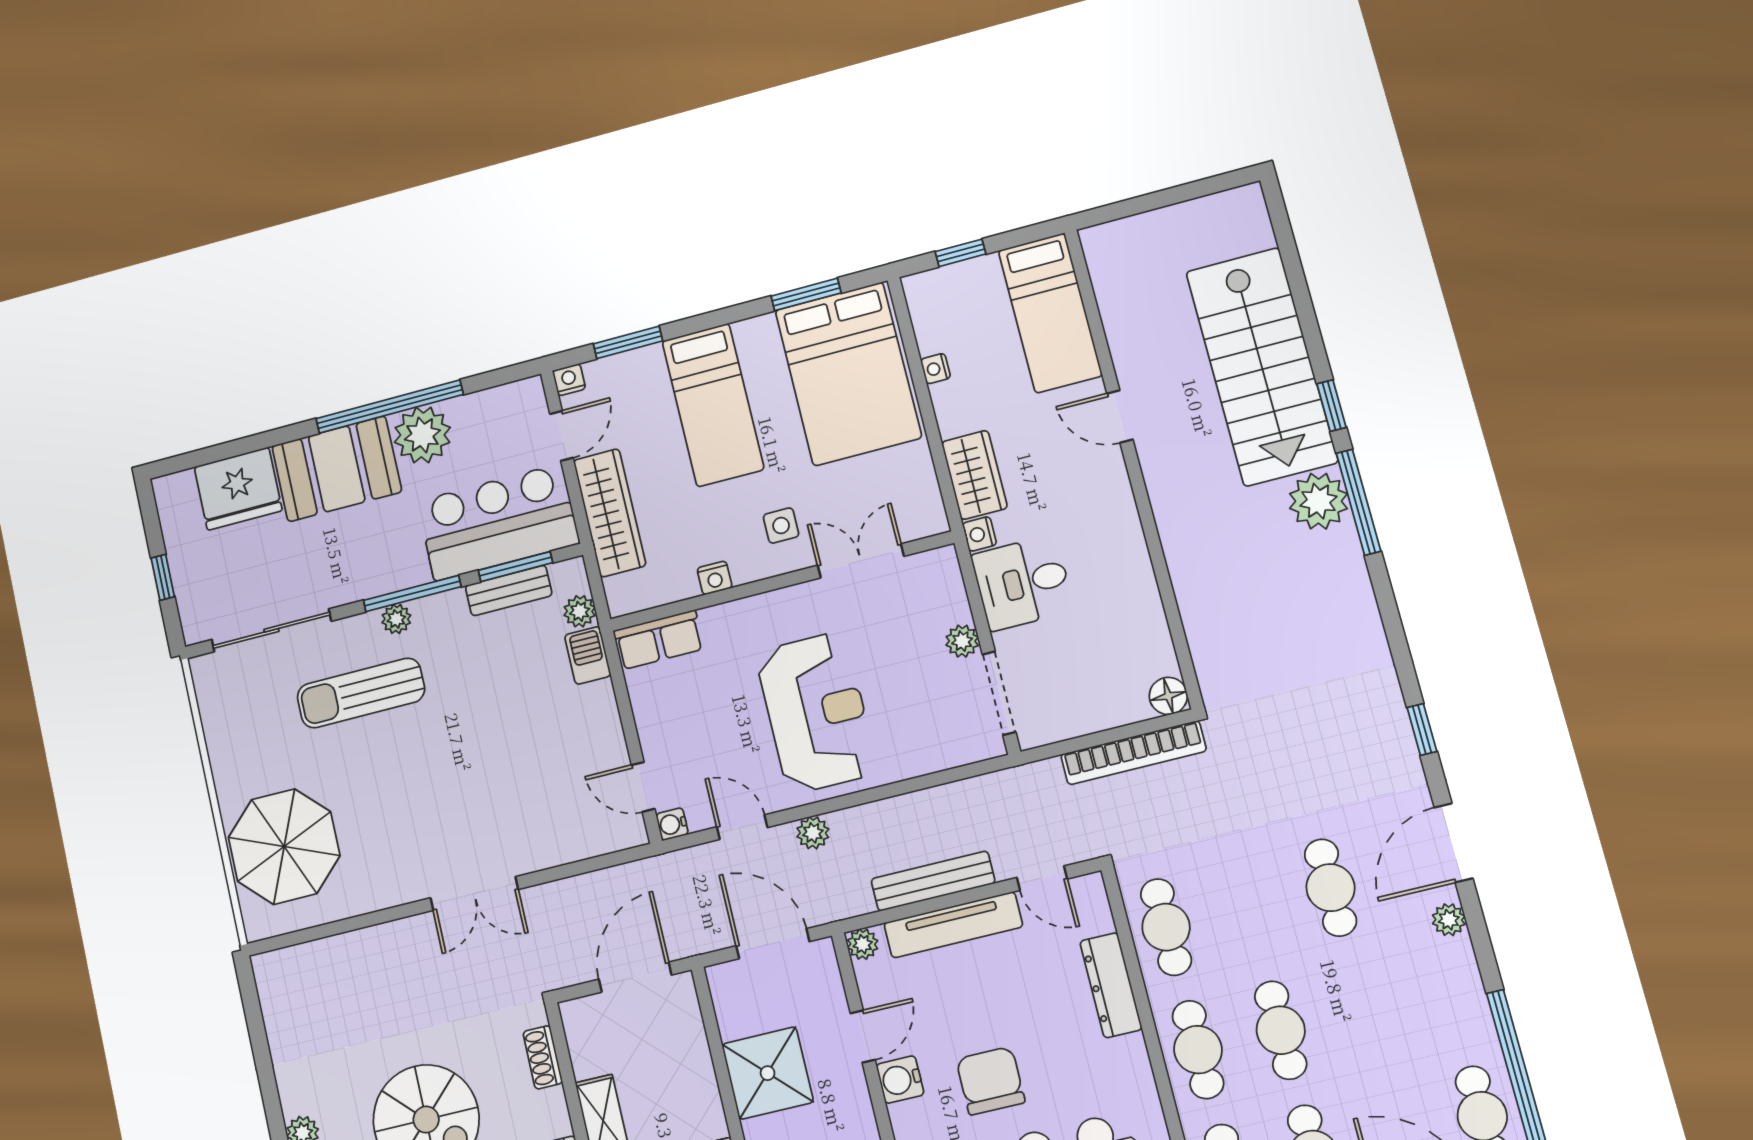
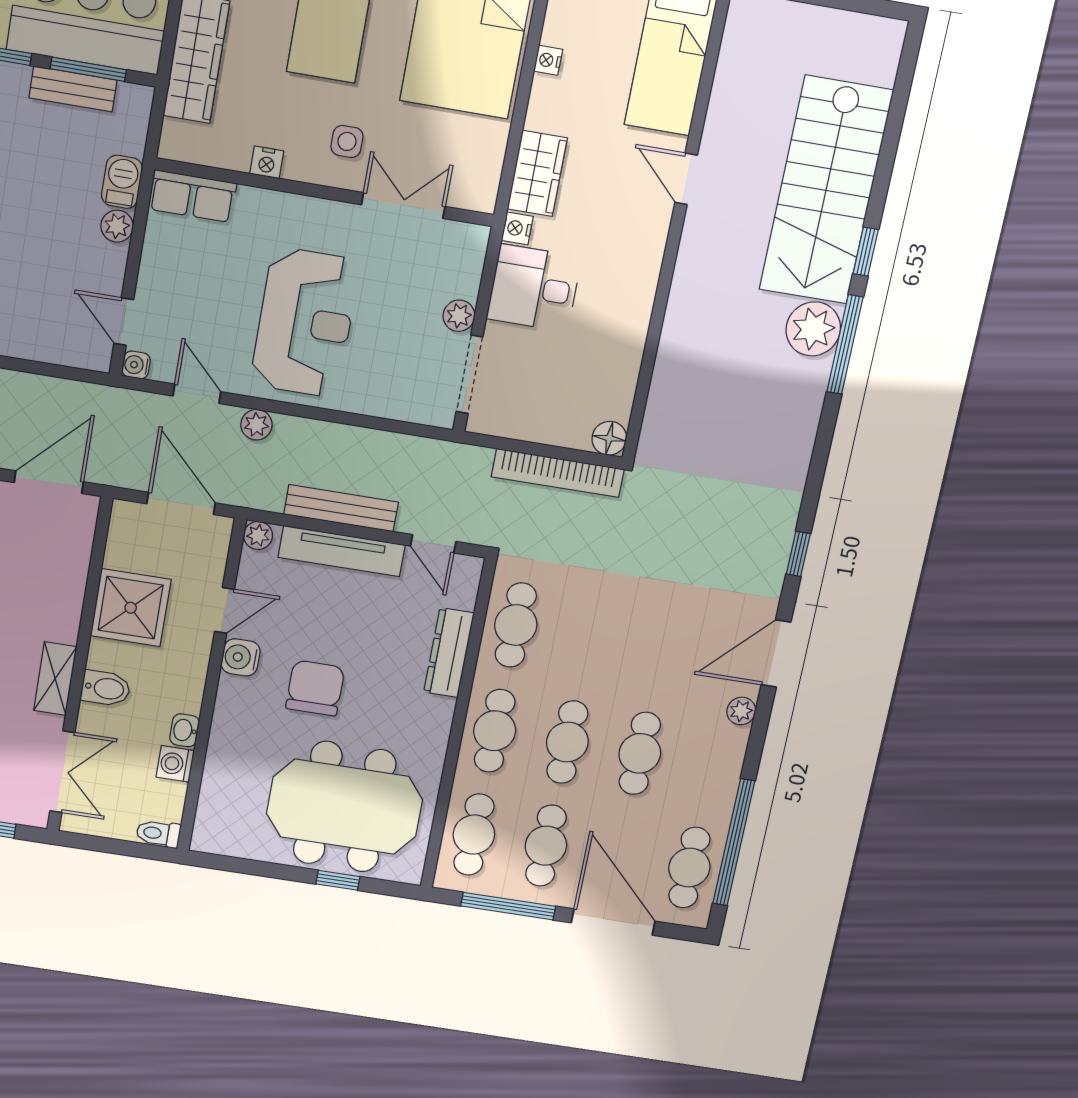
plant: (580, 611) -> (117, 226), moved
cafe table: (1331, 888) -> (640, 753), moved

